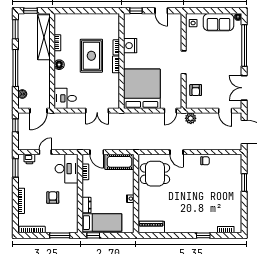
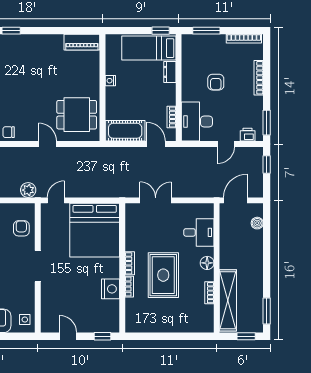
window: (15, 68) -> (267, 258), removed
desk: (65, 98) -> (199, 232), moved
window: (15, 125) -> (267, 164), moved

